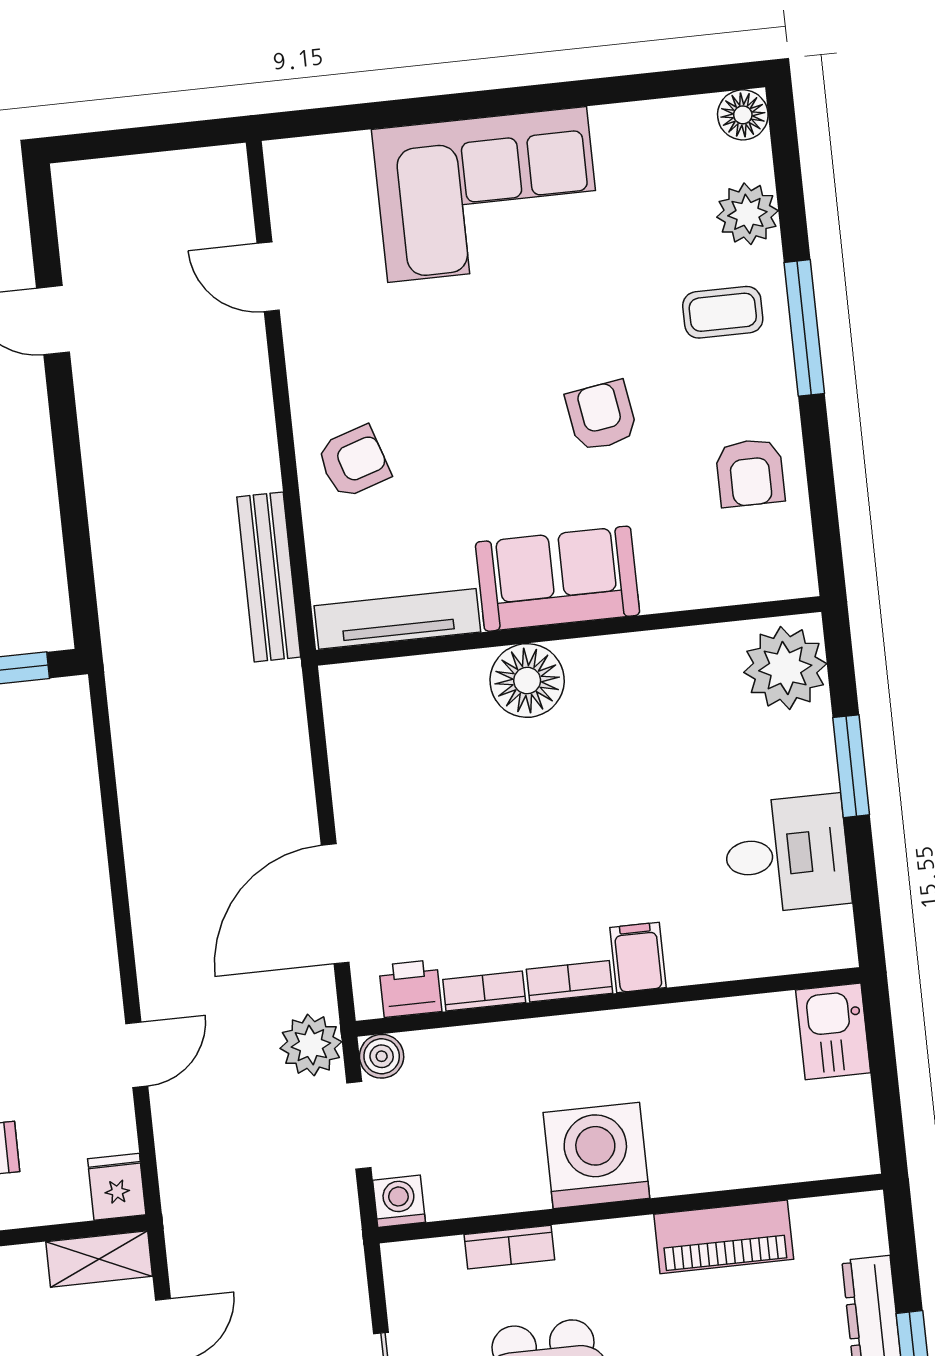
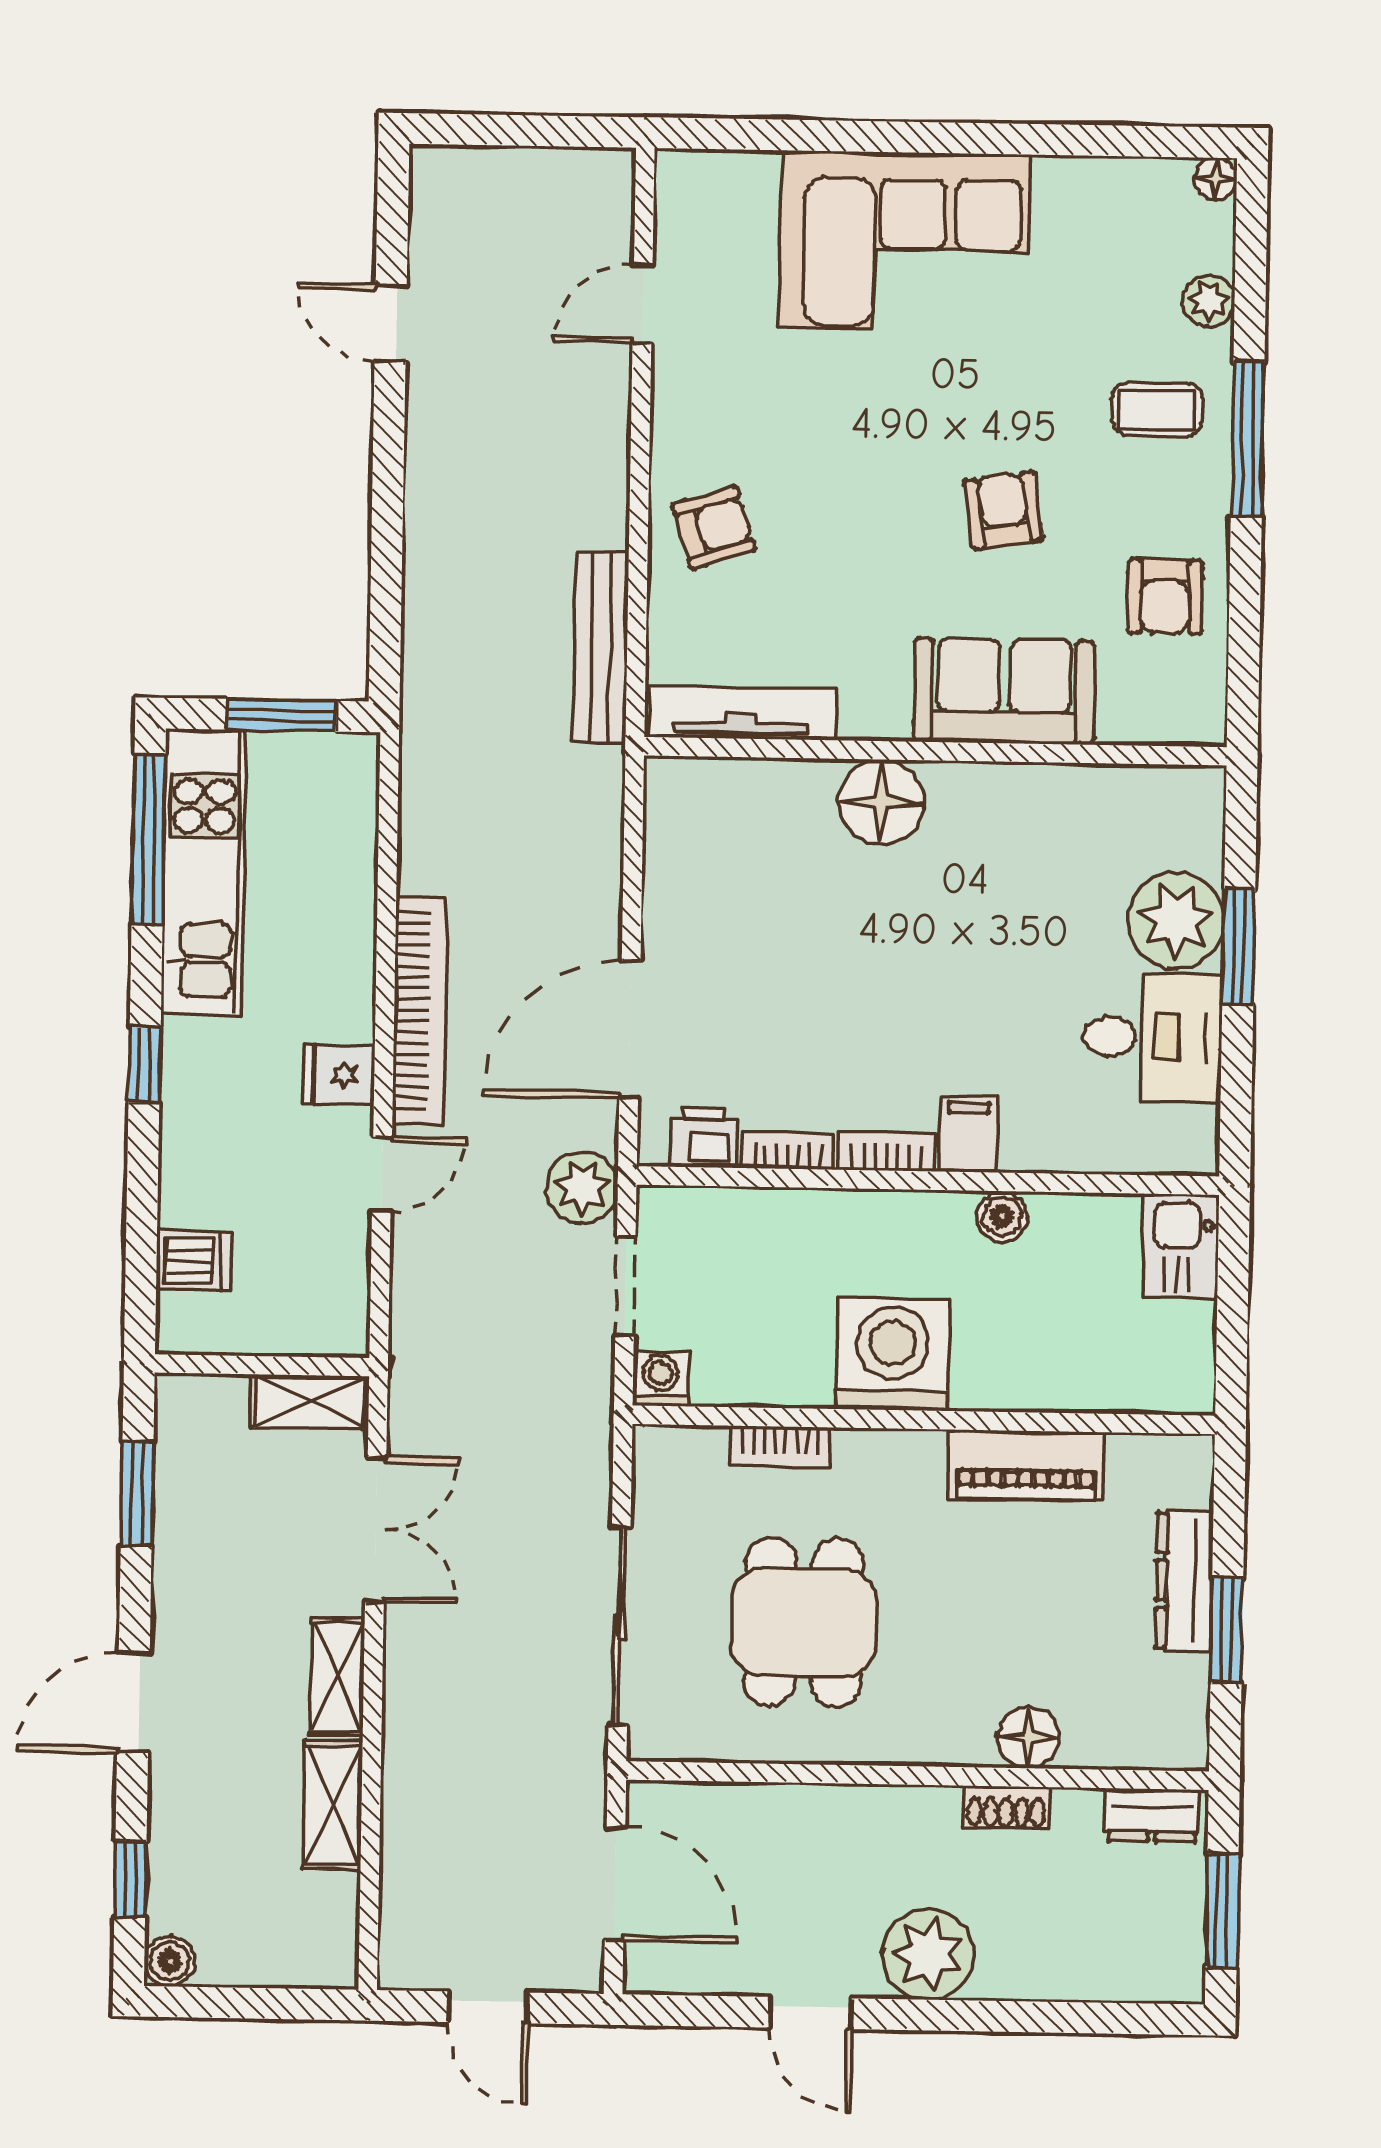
floor lamp: (743, 115) -> (1216, 179), width x0.73, depth x0.73
plant: (747, 214) -> (1209, 301), width x0.73, depth x0.73
door: (268, 277) -> (643, 304), hinge flipped
sofa: (558, 579) -> (1004, 691), moved
plant: (785, 668) -> (1176, 920), moved
bookcase: (152, 910) -> (420, 1010), added
boiler: (382, 1056) -> (1002, 1216), moved
fridge: (117, 1187) -> (339, 1075), moved, turned -90

